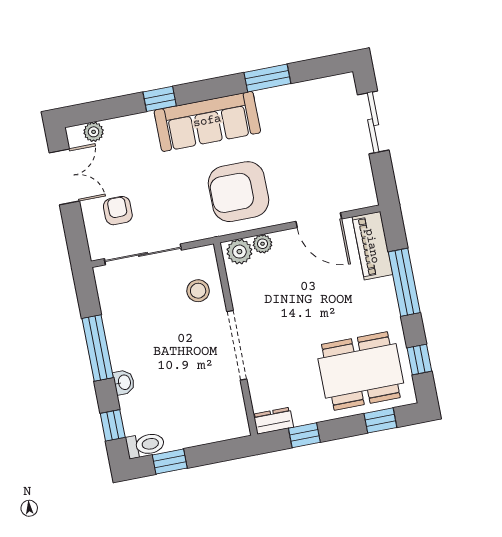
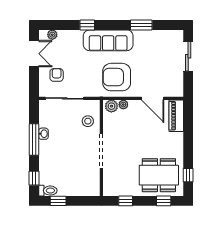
window: (404, 282) -> (188, 136), removed
washbasin: (124, 382) -> (43, 134), moved
dresser: (273, 421) -> (112, 191), removed

